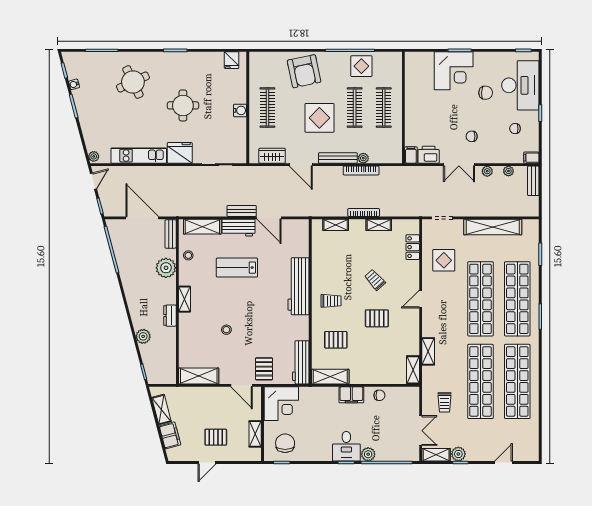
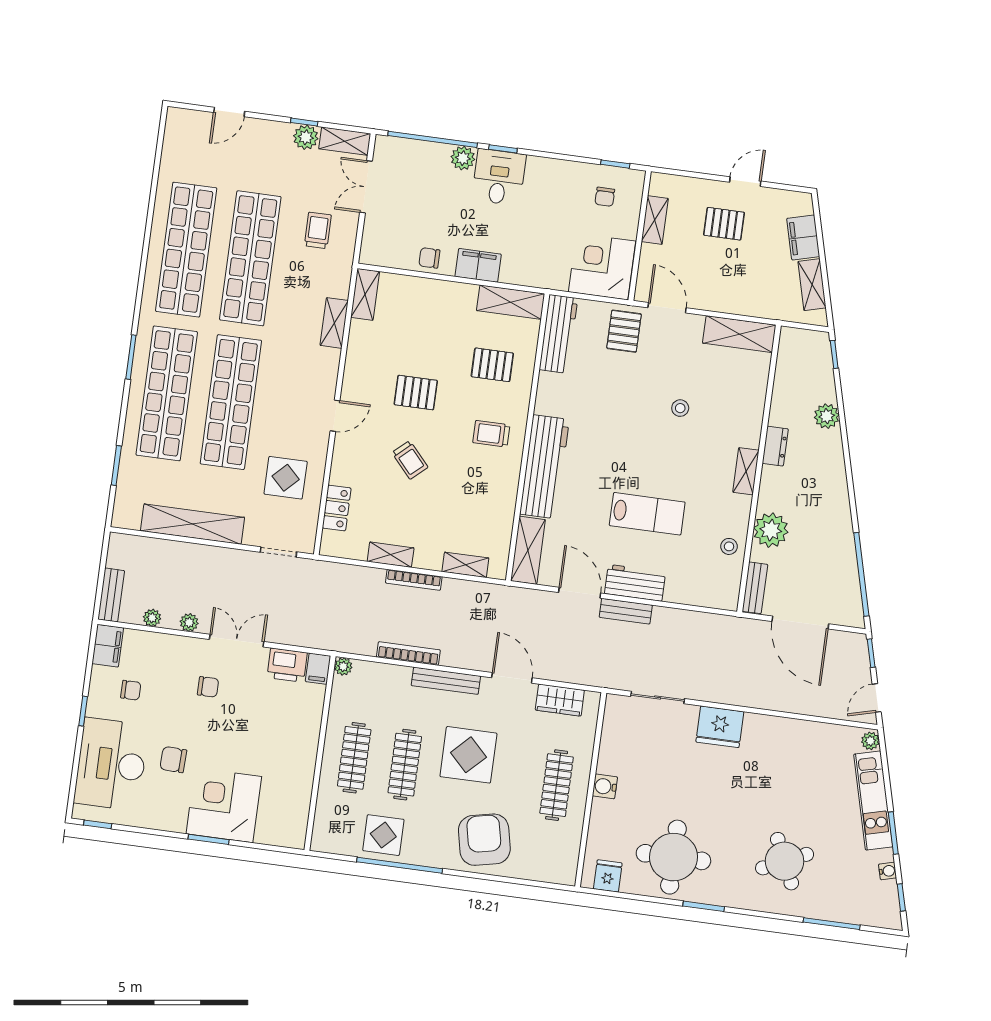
round table: (183, 105) -> (673, 857), moved, width x1.36, depth x1.36
kitchen unit: (139, 156) -> (873, 800), moved, turned 75
plant: (363, 158) -> (343, 666), moved
filing cabinet: (531, 158) -> (108, 646), width x2.00
shelving: (202, 227) -> (528, 550), moved, turned 90
chair: (285, 443) -> (605, 197), width x0.54, depth x0.54

